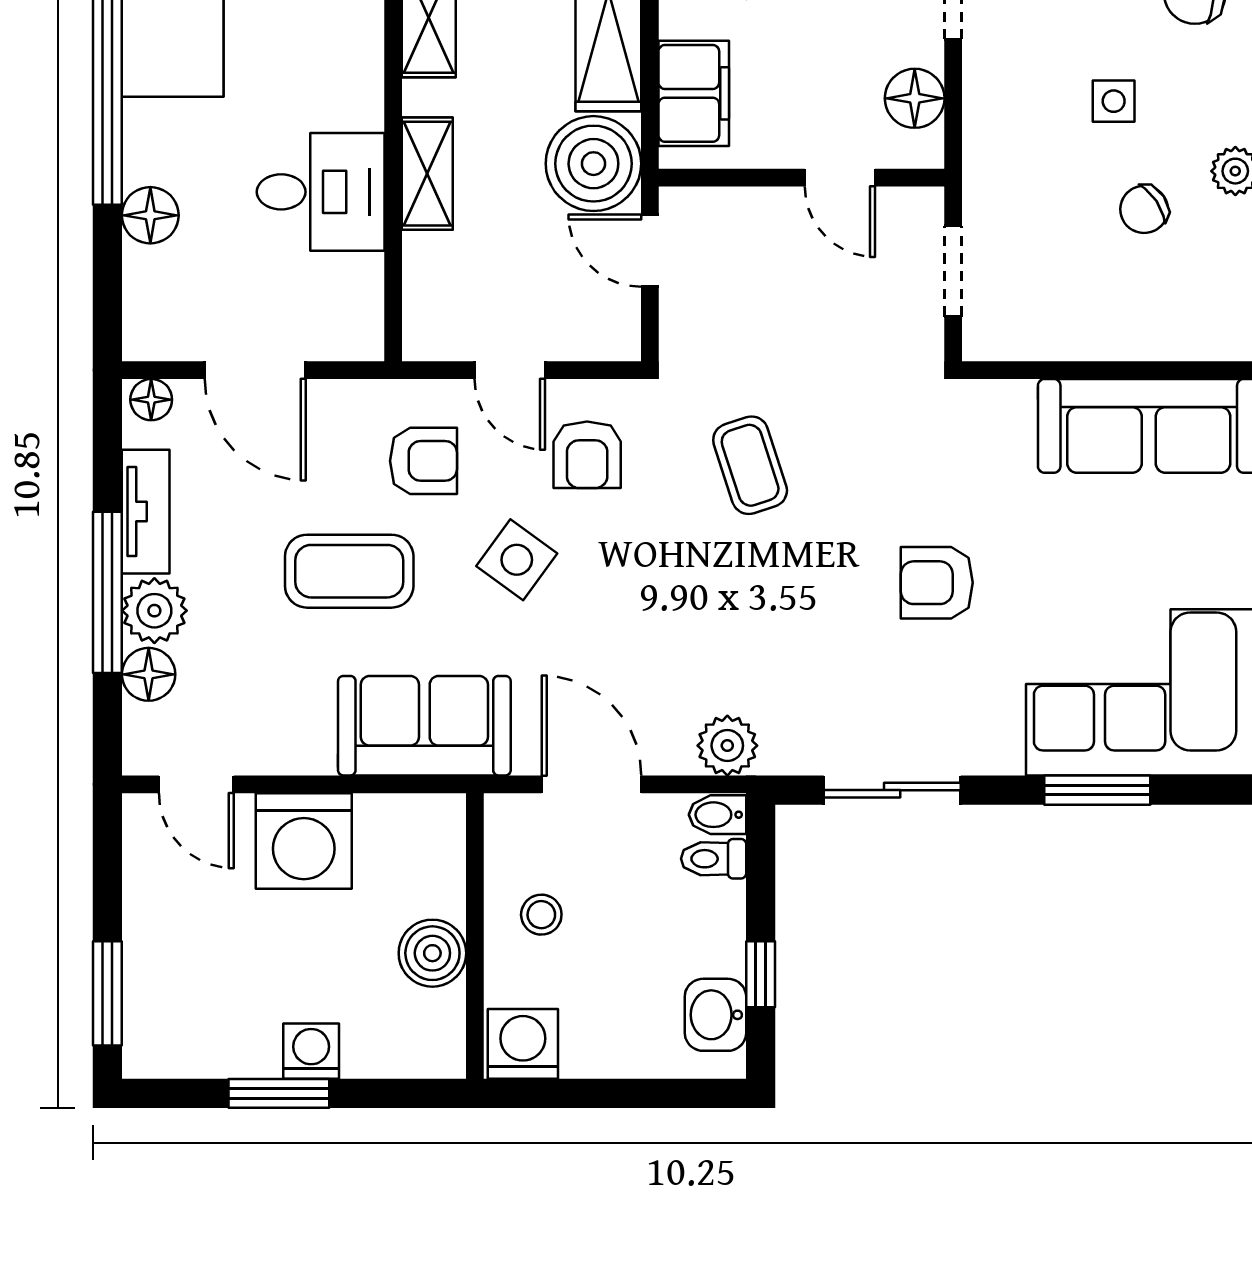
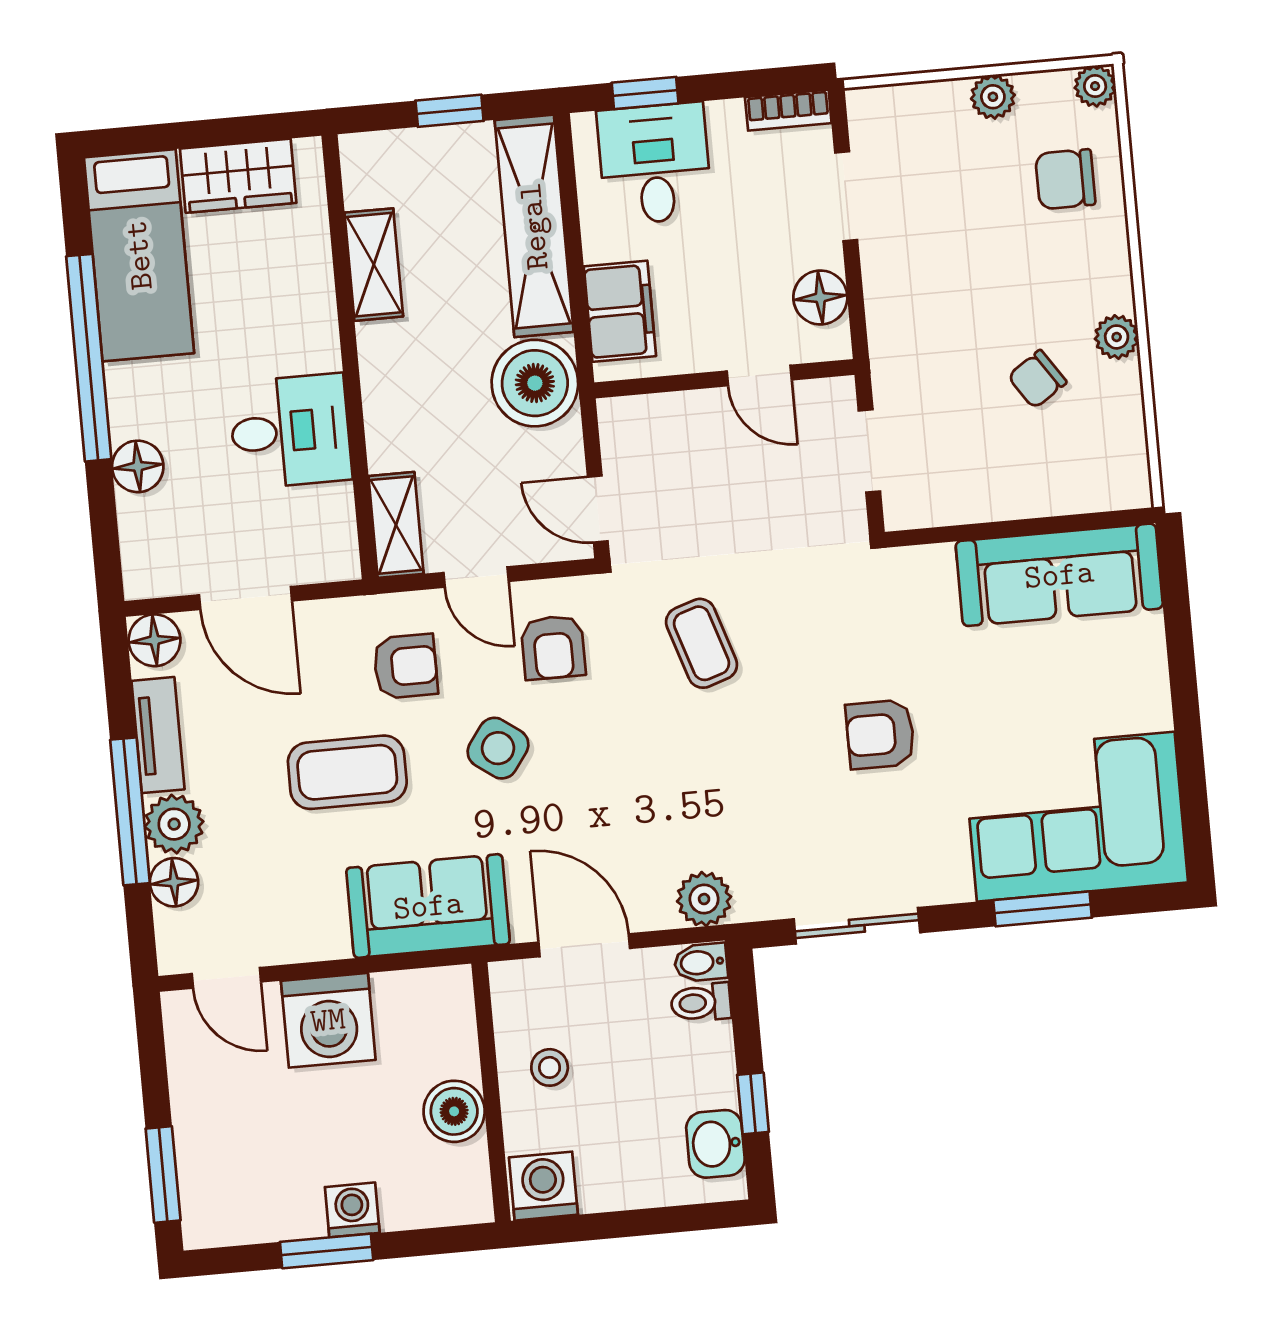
side table: (1114, 101) -> (1001, 284), removed
shelving: (427, 174) -> (396, 525), moved
door: (650, 251) -> (598, 509), moved
floor lamp: (151, 400) -> (155, 640), width x1.37, depth x1.37

